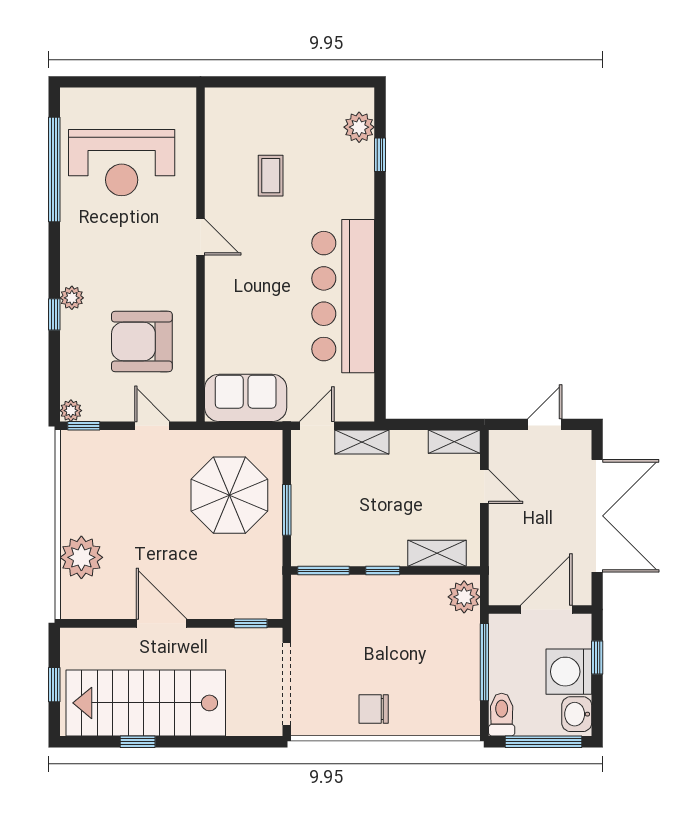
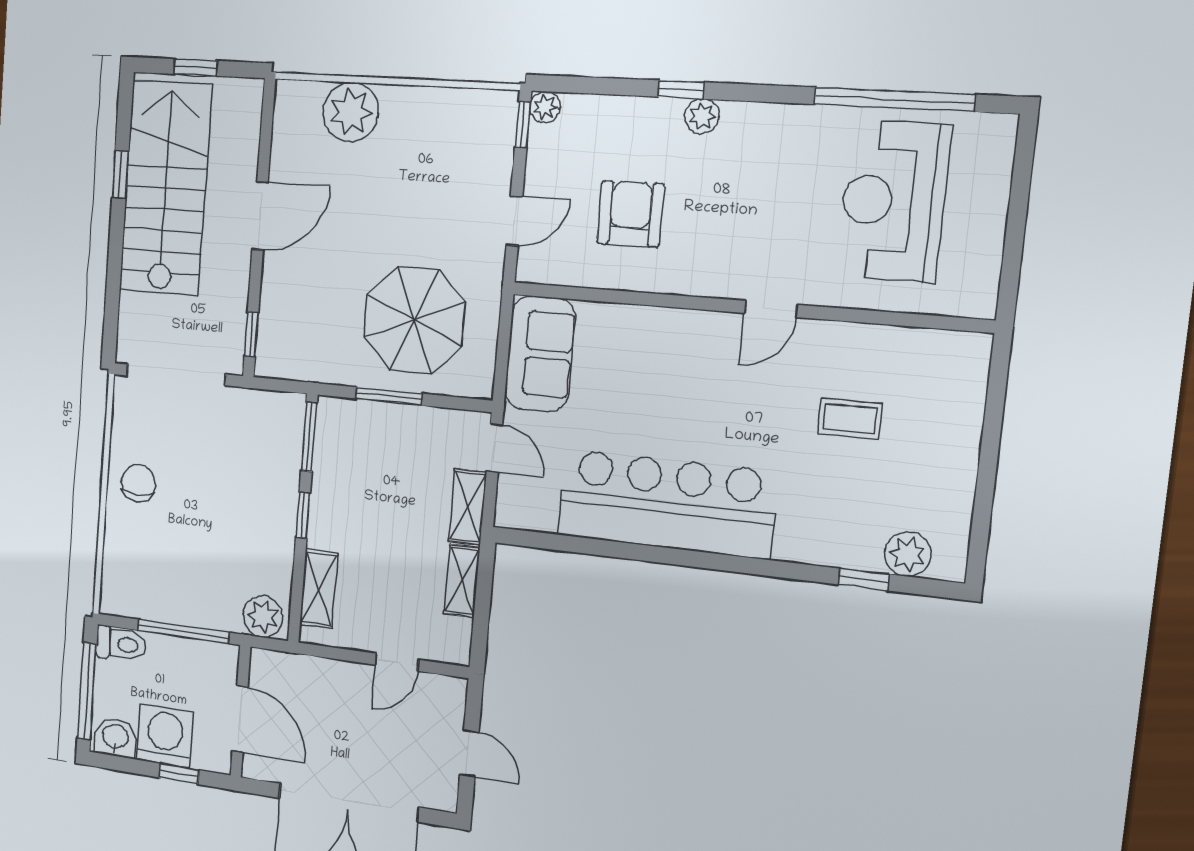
armchair: (142, 342) -> (631, 214), width x0.73, depth x0.73
shelving: (454, 442) -> (462, 581), moved

